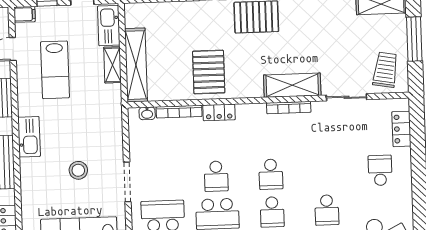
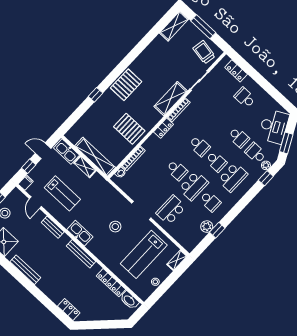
locker: (219, 112) -> (164, 128), moved

